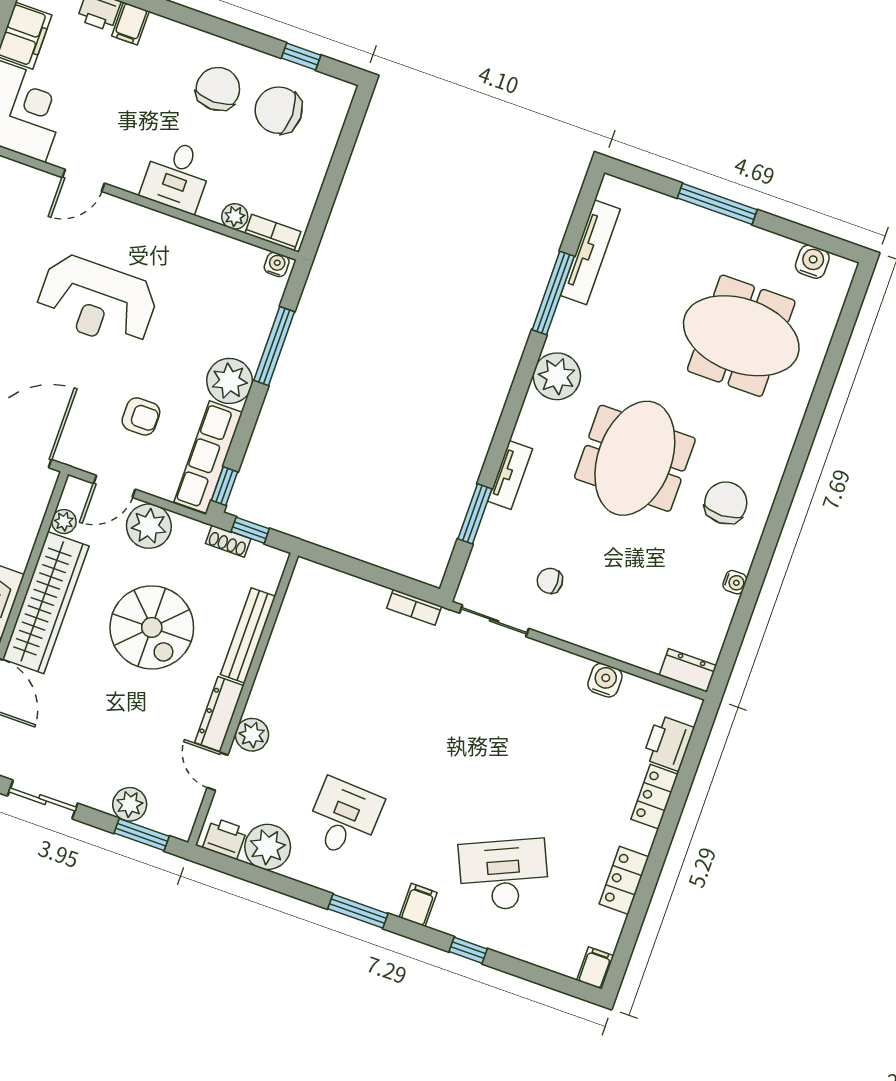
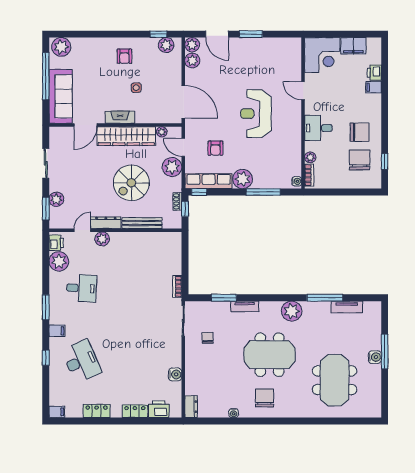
tv unit: (590, 252) -> (347, 307), width x0.71
water cooler: (812, 262) -> (375, 357), moved
chair: (726, 503) -> (264, 398), turned -88

